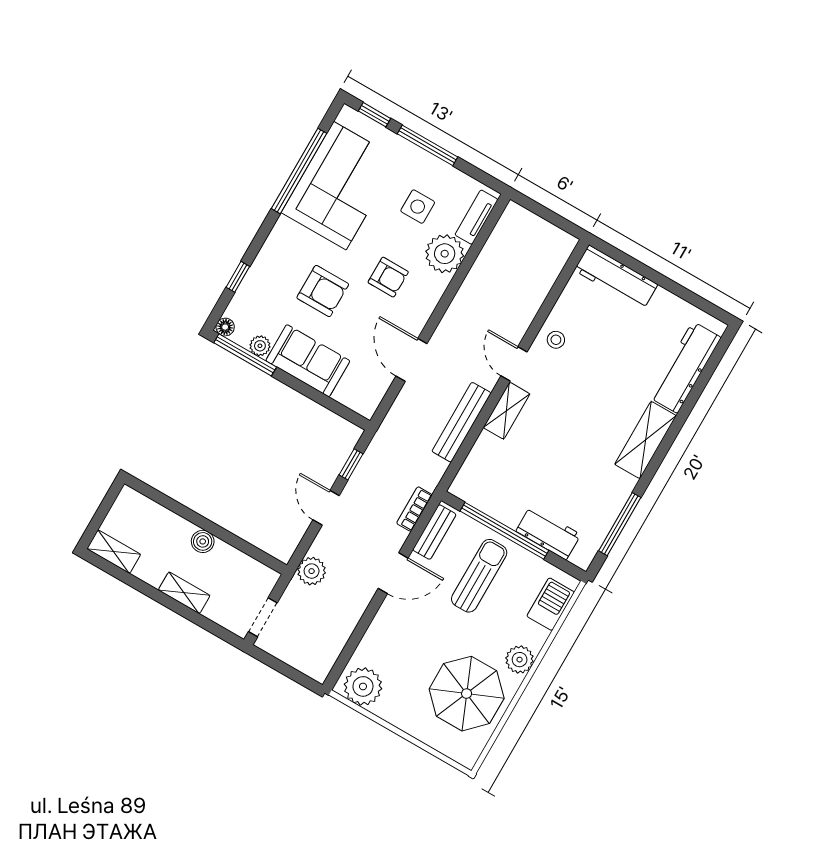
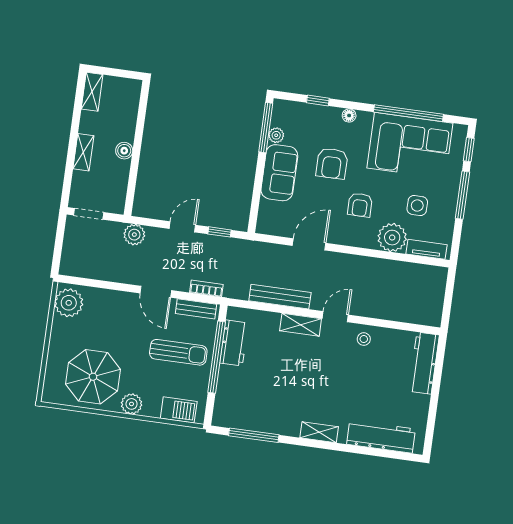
floor lamp: (225, 327) -> (349, 115), moved
shelving: (646, 440) -> (319, 432), width x0.67, depth x0.75
workbench: (548, 533) -> (234, 343), moved

